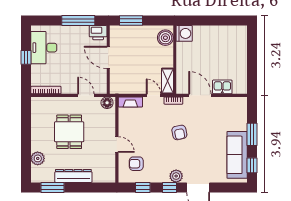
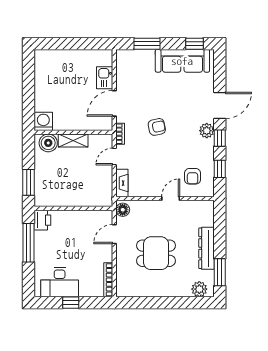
door: (108, 57) -> (71, 208), removed
shelving: (167, 81) -> (73, 141), moved
window: (252, 134) -> (147, 44), moved
plant: (38, 158) -> (199, 289), moved

